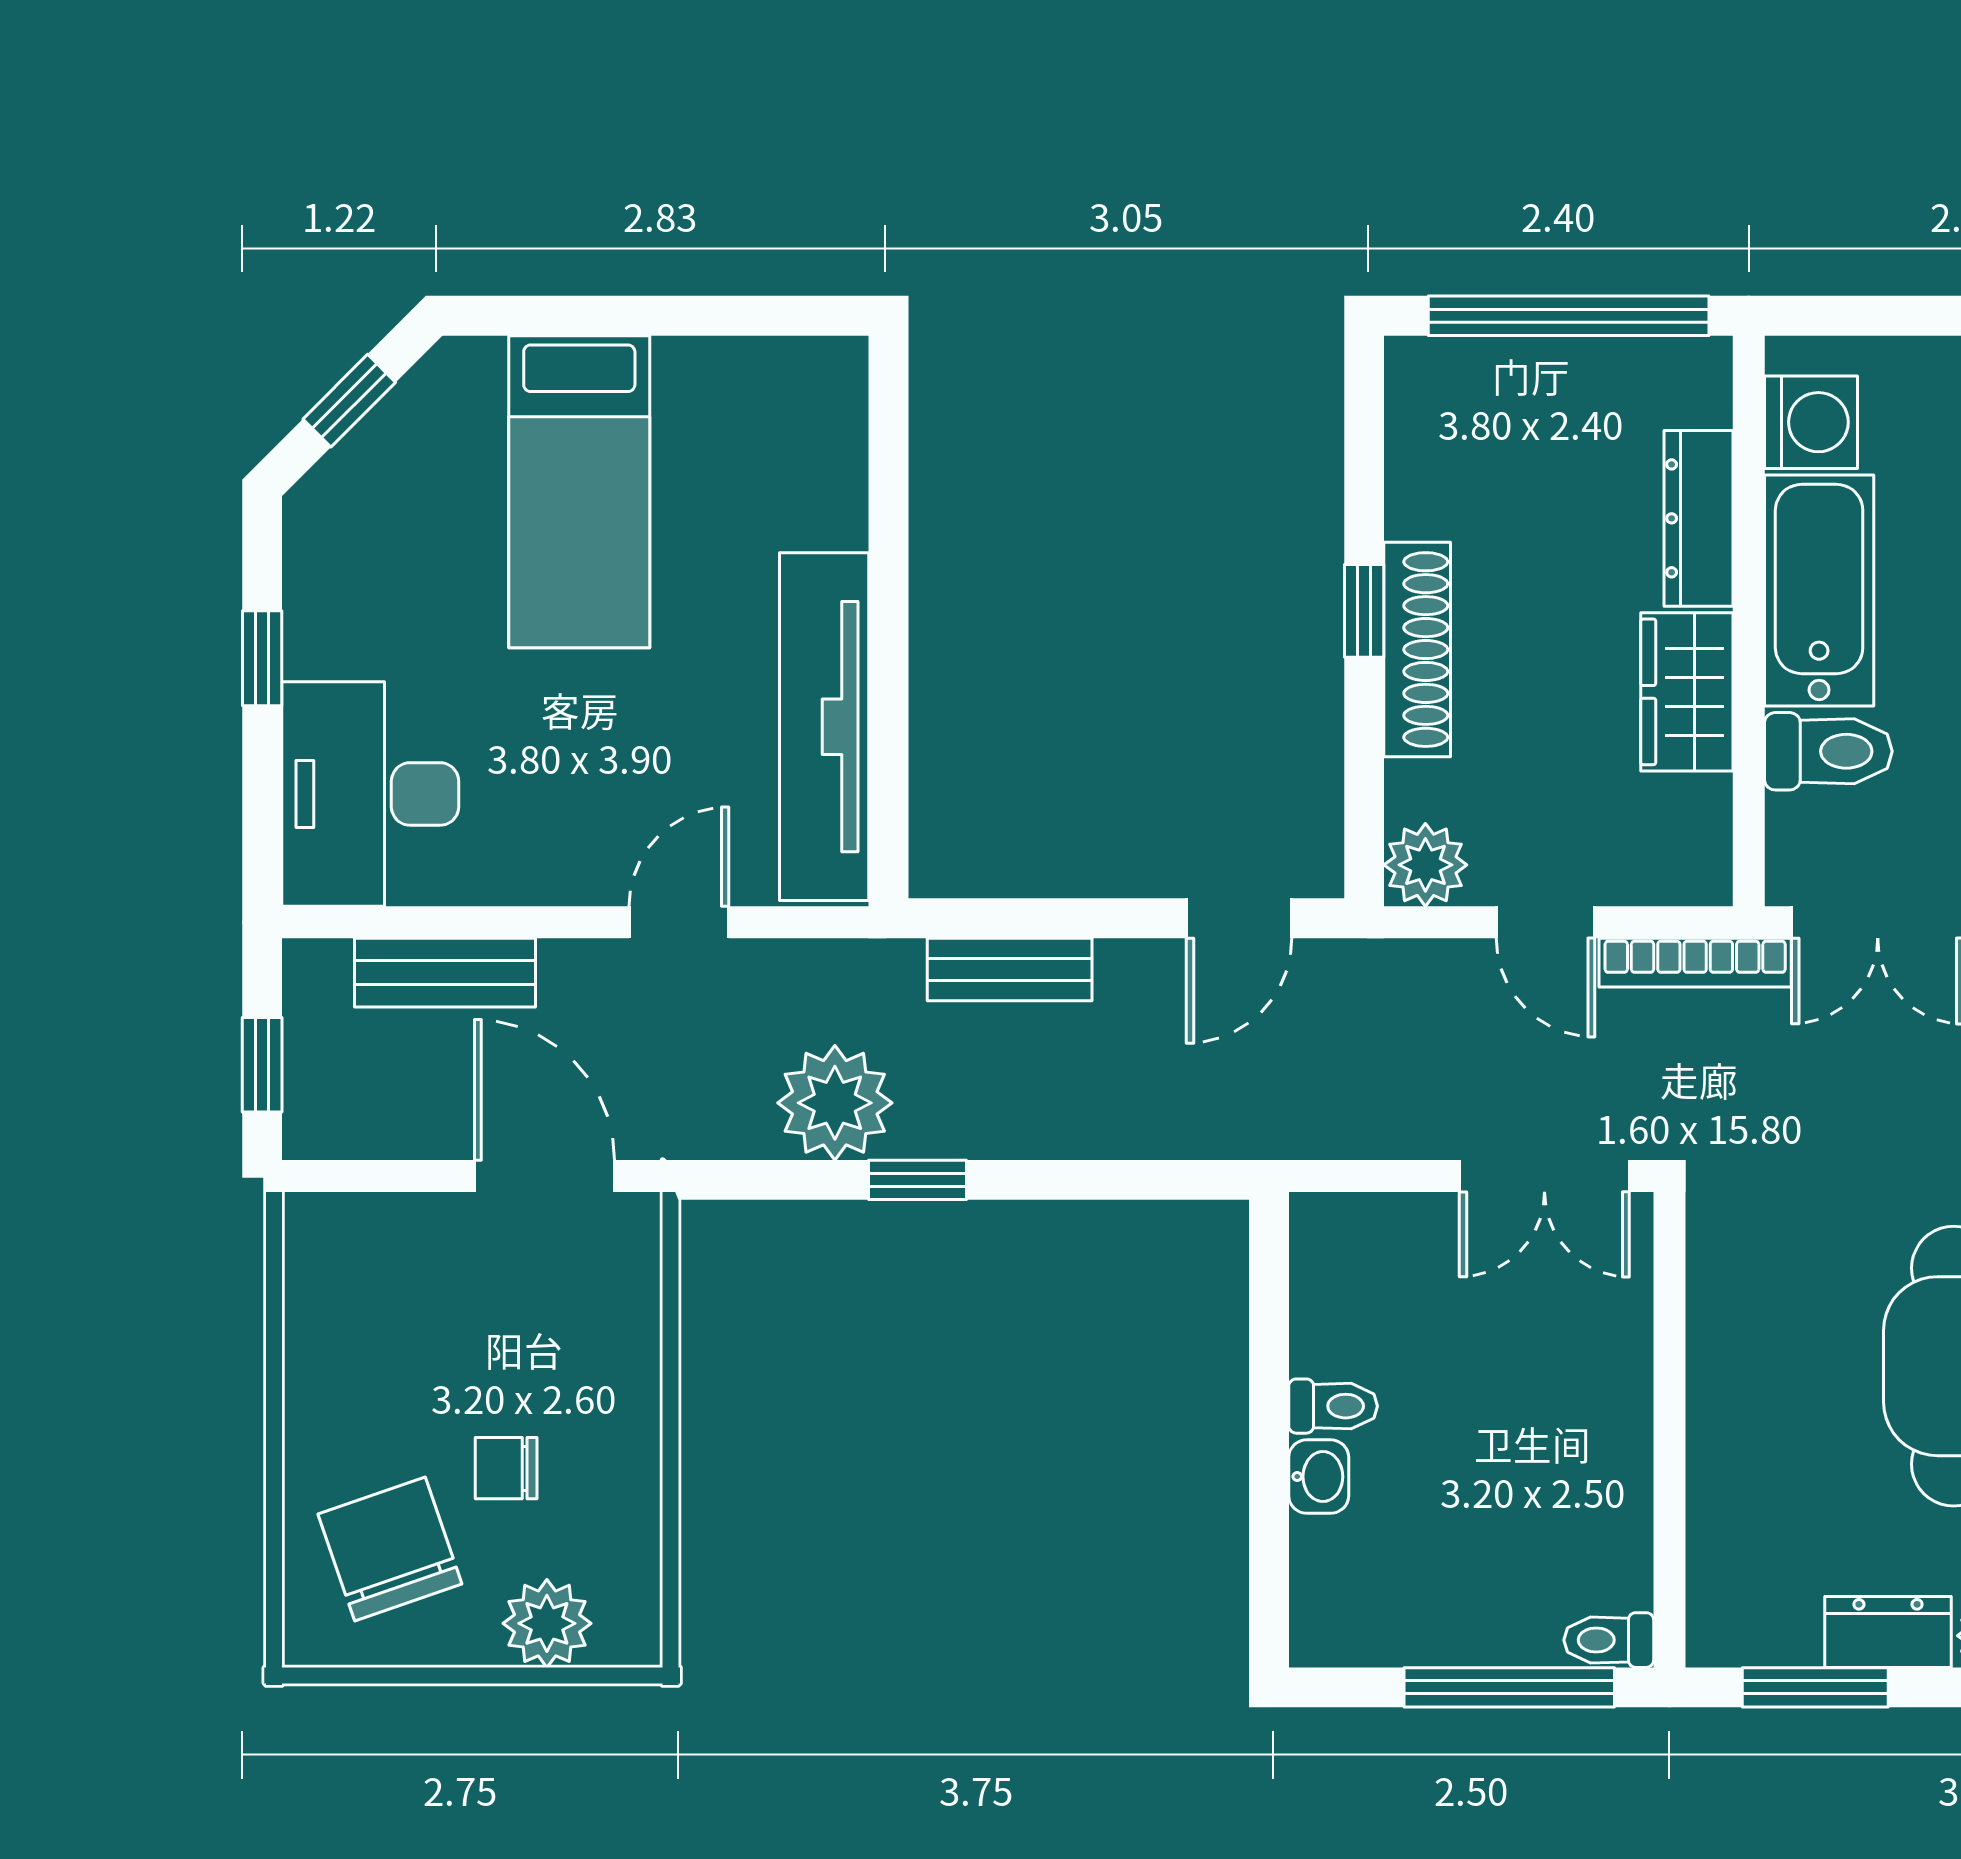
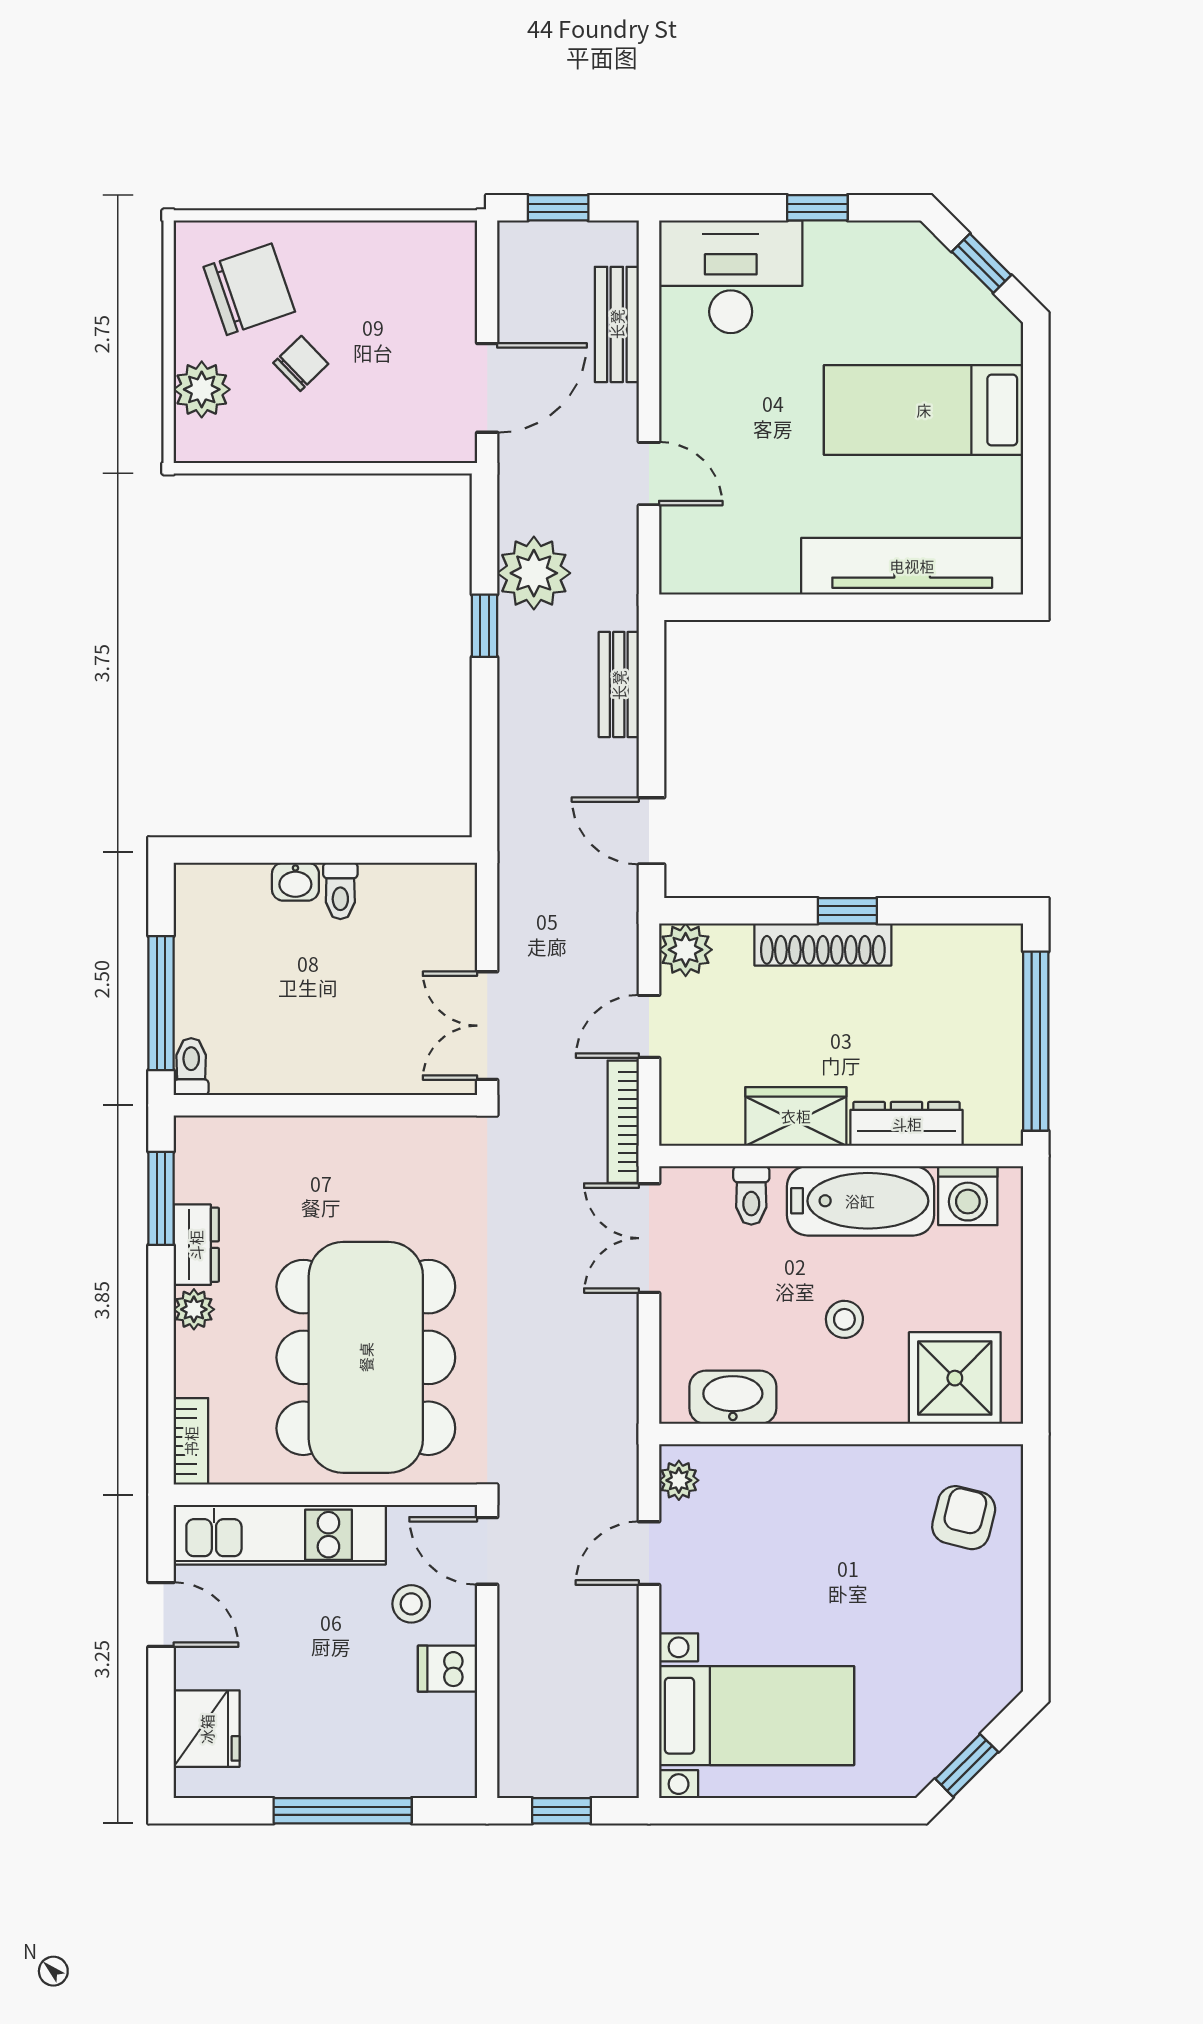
tv unit: (824, 727) -> (912, 566), moved
toilet: (1828, 751) -> (751, 1195), width x0.73, depth x0.72
chair: (506, 1468) -> (301, 363), turned 46

